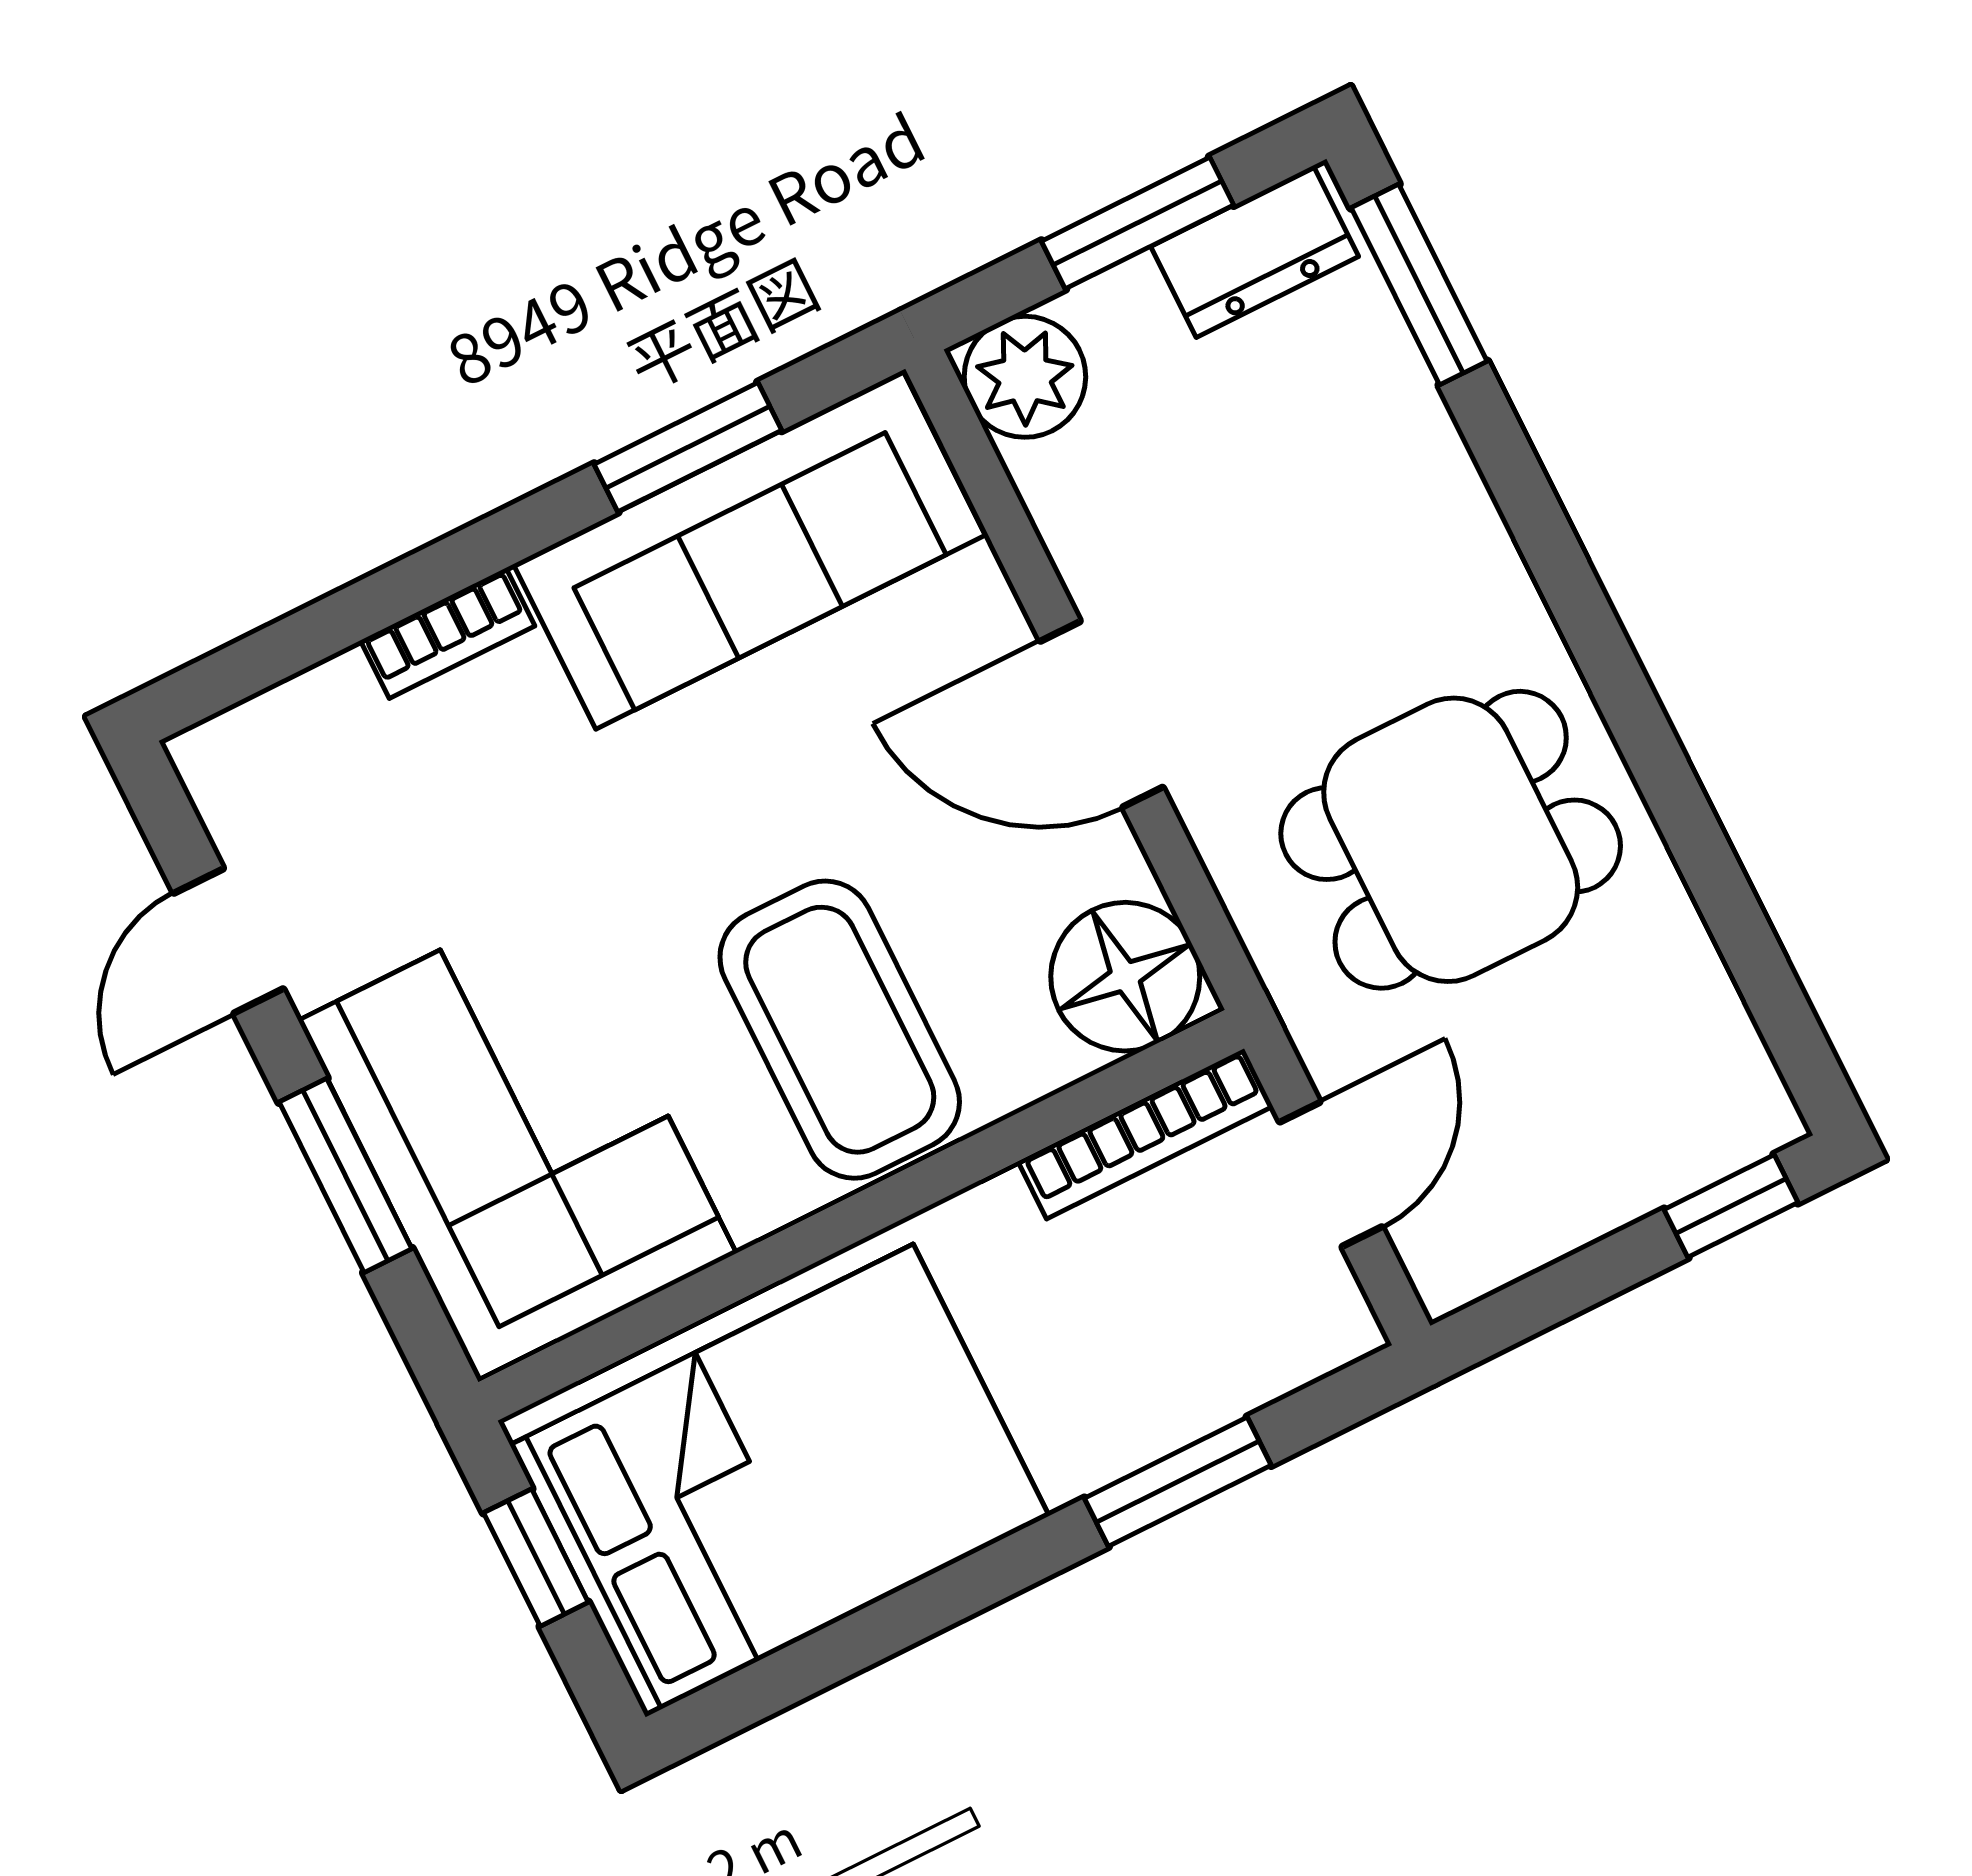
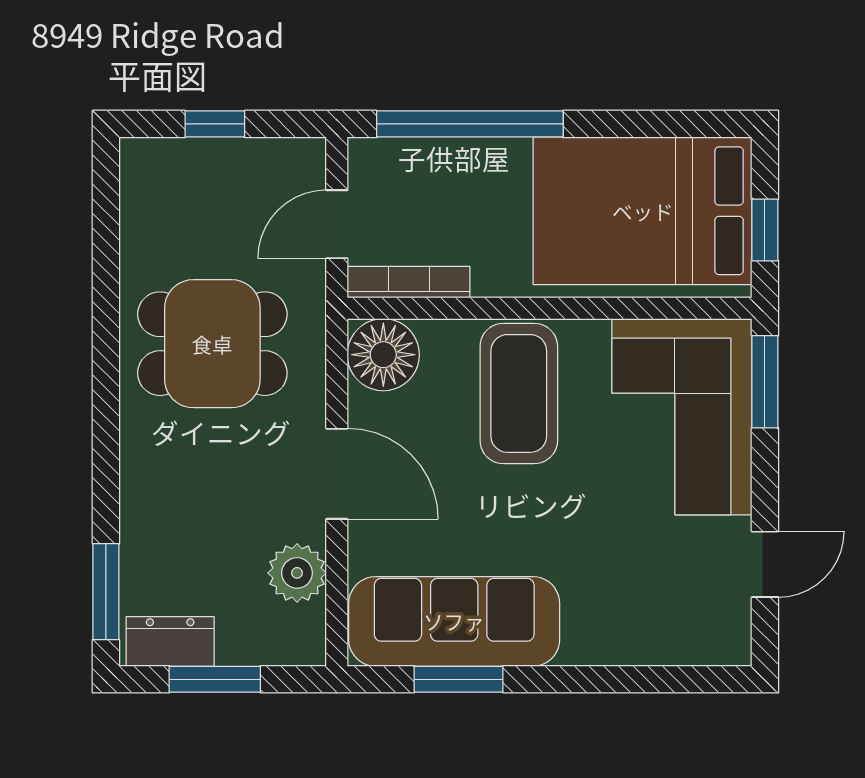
plant: (1025, 377) -> (297, 573), moved
bookcase: (448, 633) -> (603, 651), removed
window: (345, 1175) -> (765, 382), moved
window: (1731, 1206) -> (215, 124), moved
window: (1178, 1482) -> (470, 124), width x2.11

